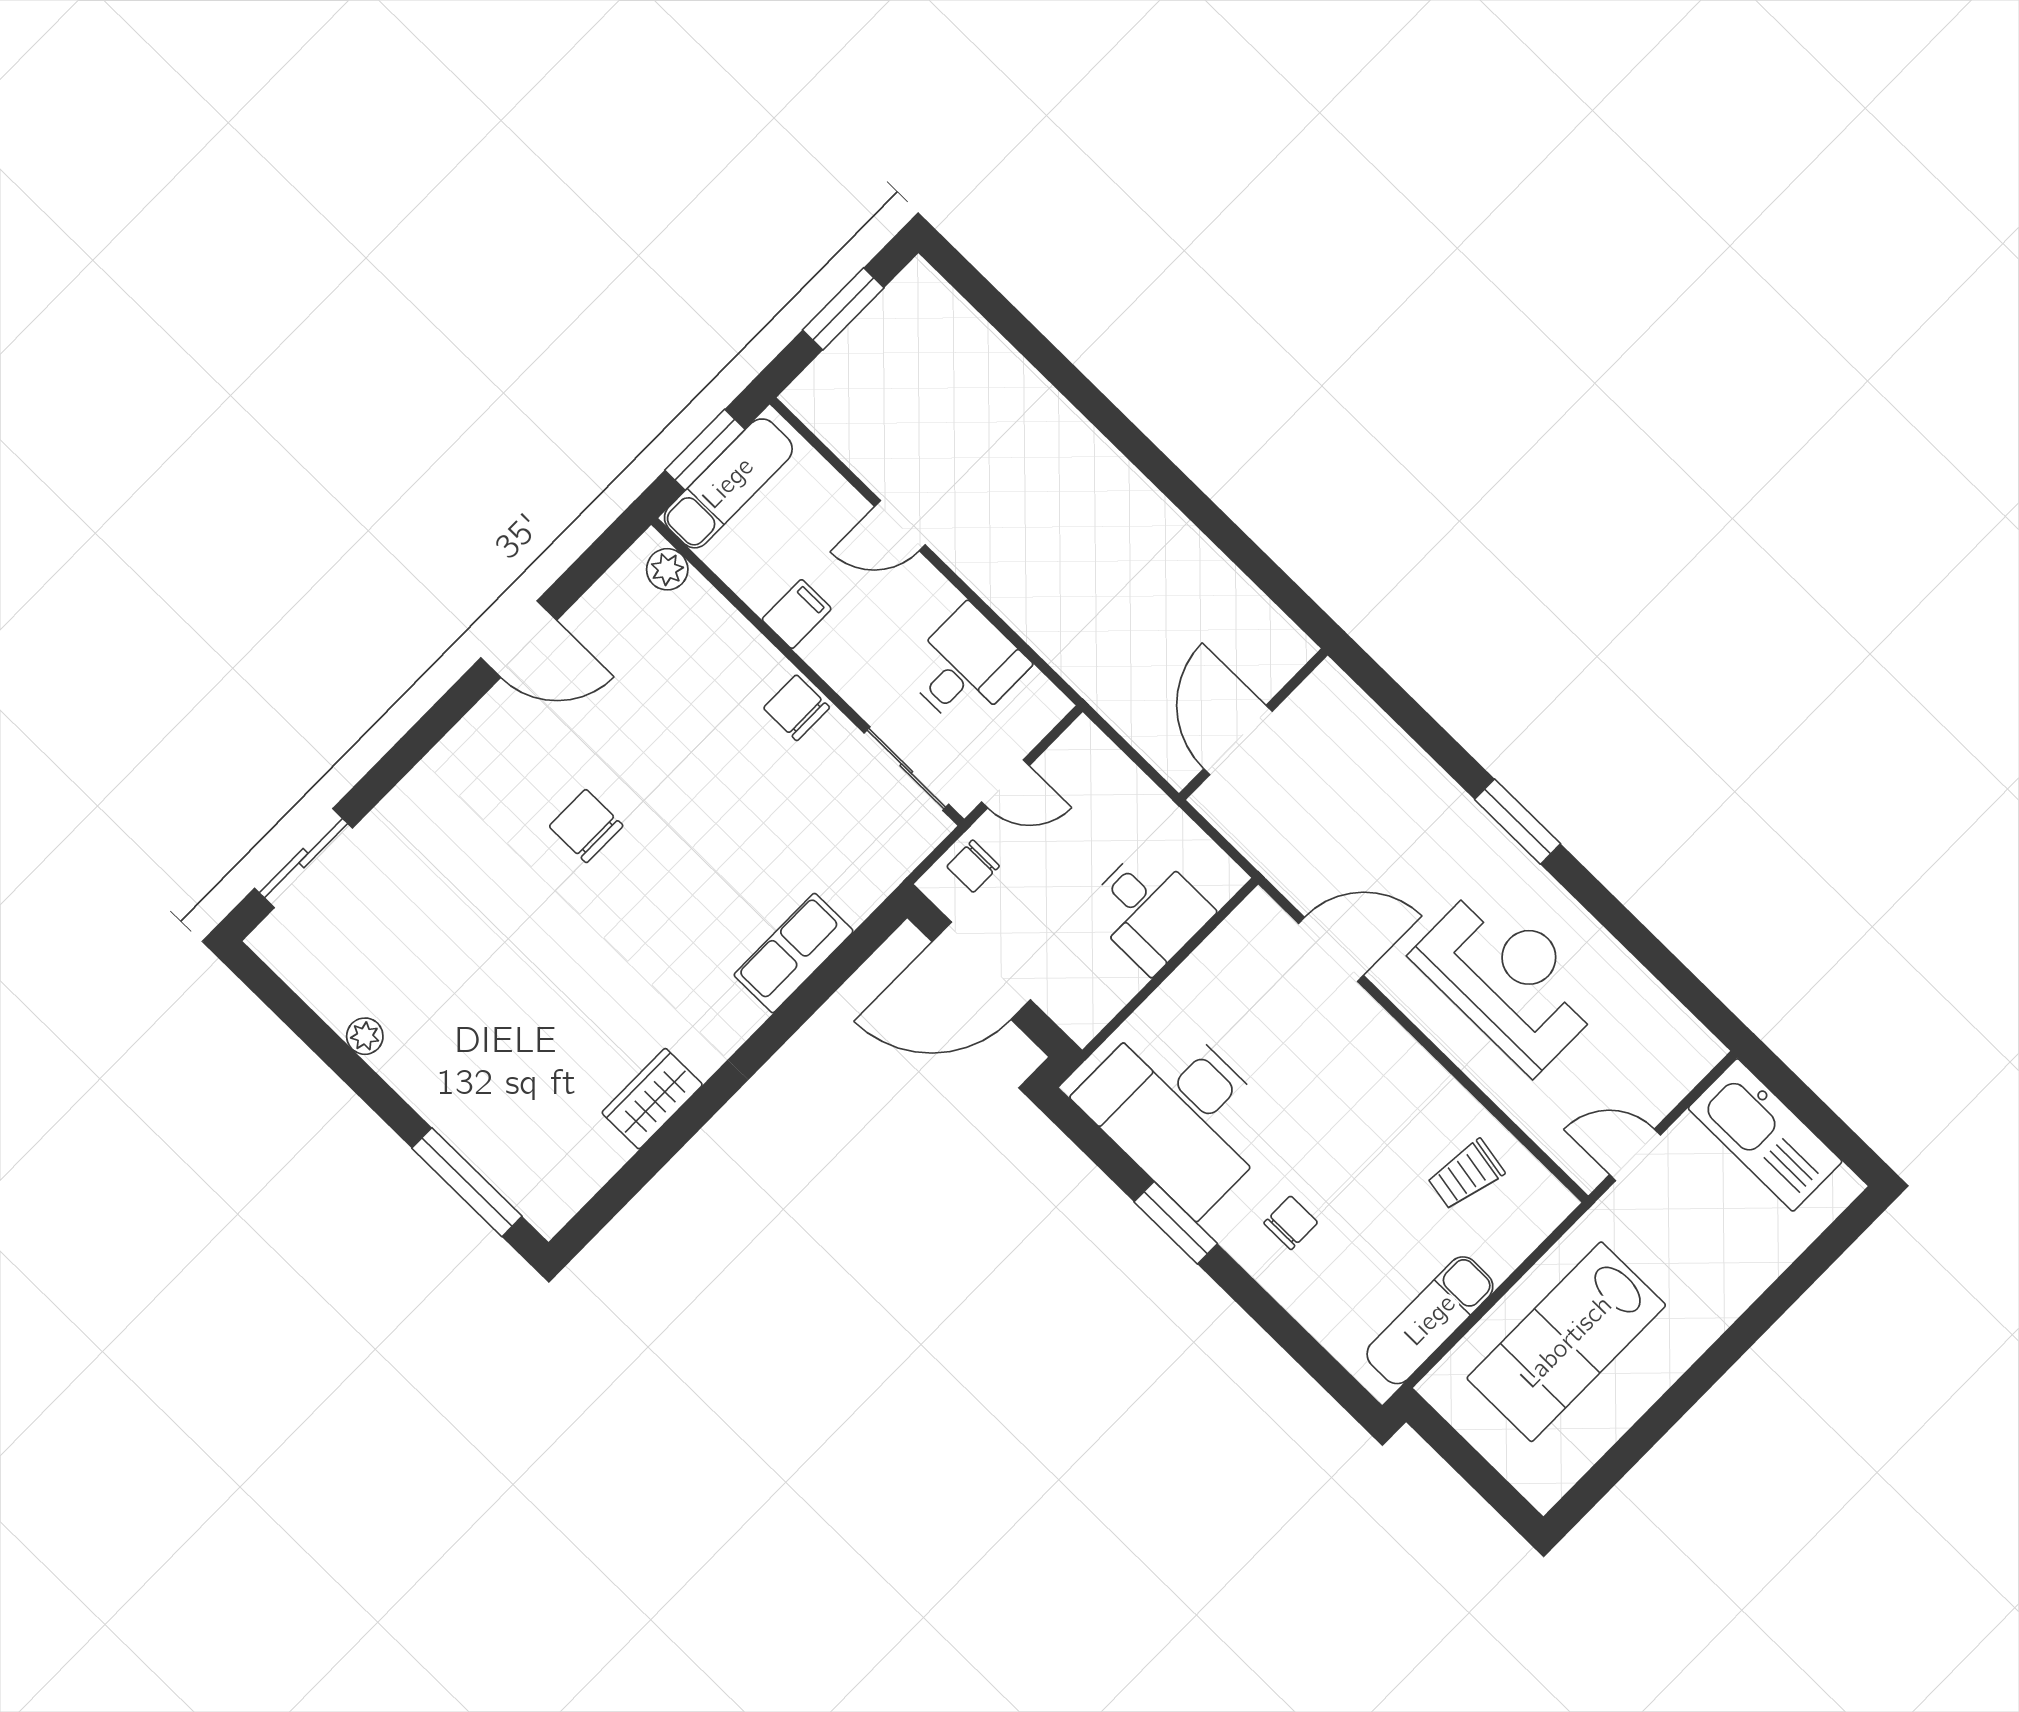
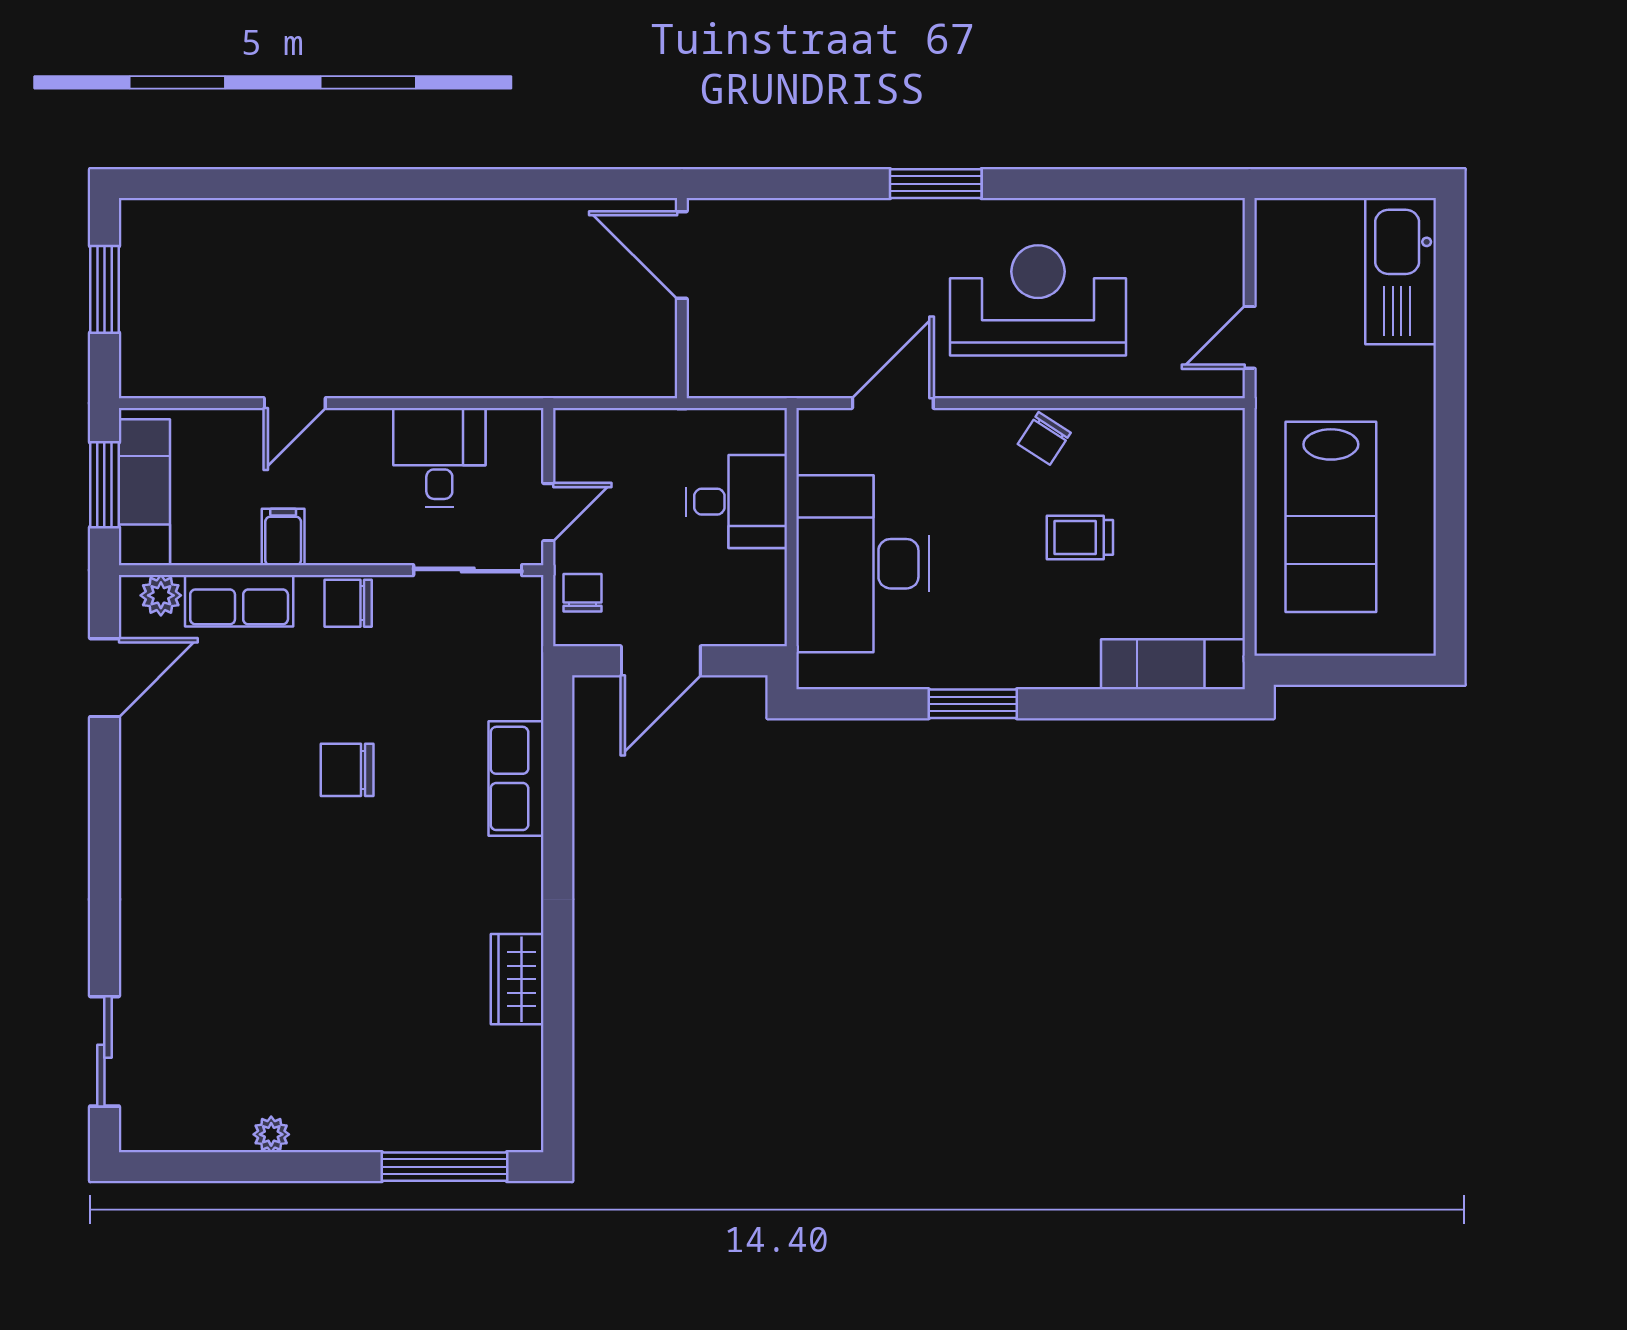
row of seats: (720, 629) -> (239, 601), added
door: (519, 639) -> (104, 678), moved
door: (1238, 740) -> (682, 255), moved
chair: (586, 826) -> (347, 770), moved
chair: (973, 866) -> (583, 593), turned 180
door: (981, 971) -> (661, 661), width x0.73
desk: (1180, 1112) -> (863, 564), moved, turned 90
kitchen sink: (1765, 1135) -> (1401, 271), moved, turned 90
trolley: (1466, 1175) -> (1080, 537), moved, turned 80
chair: (1291, 1223) -> (1044, 438), moved, turned -147
exam couch: (1430, 1320) -> (1173, 664), moved, turned 90

